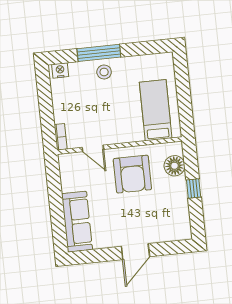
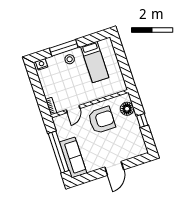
bed: (156, 110) -> (95, 62), moved, turned 180
door: (93, 148) -> (73, 109), hinge flipped
armchair: (132, 174) -> (102, 120), turned -90
window: (57, 208) -> (58, 152), added

